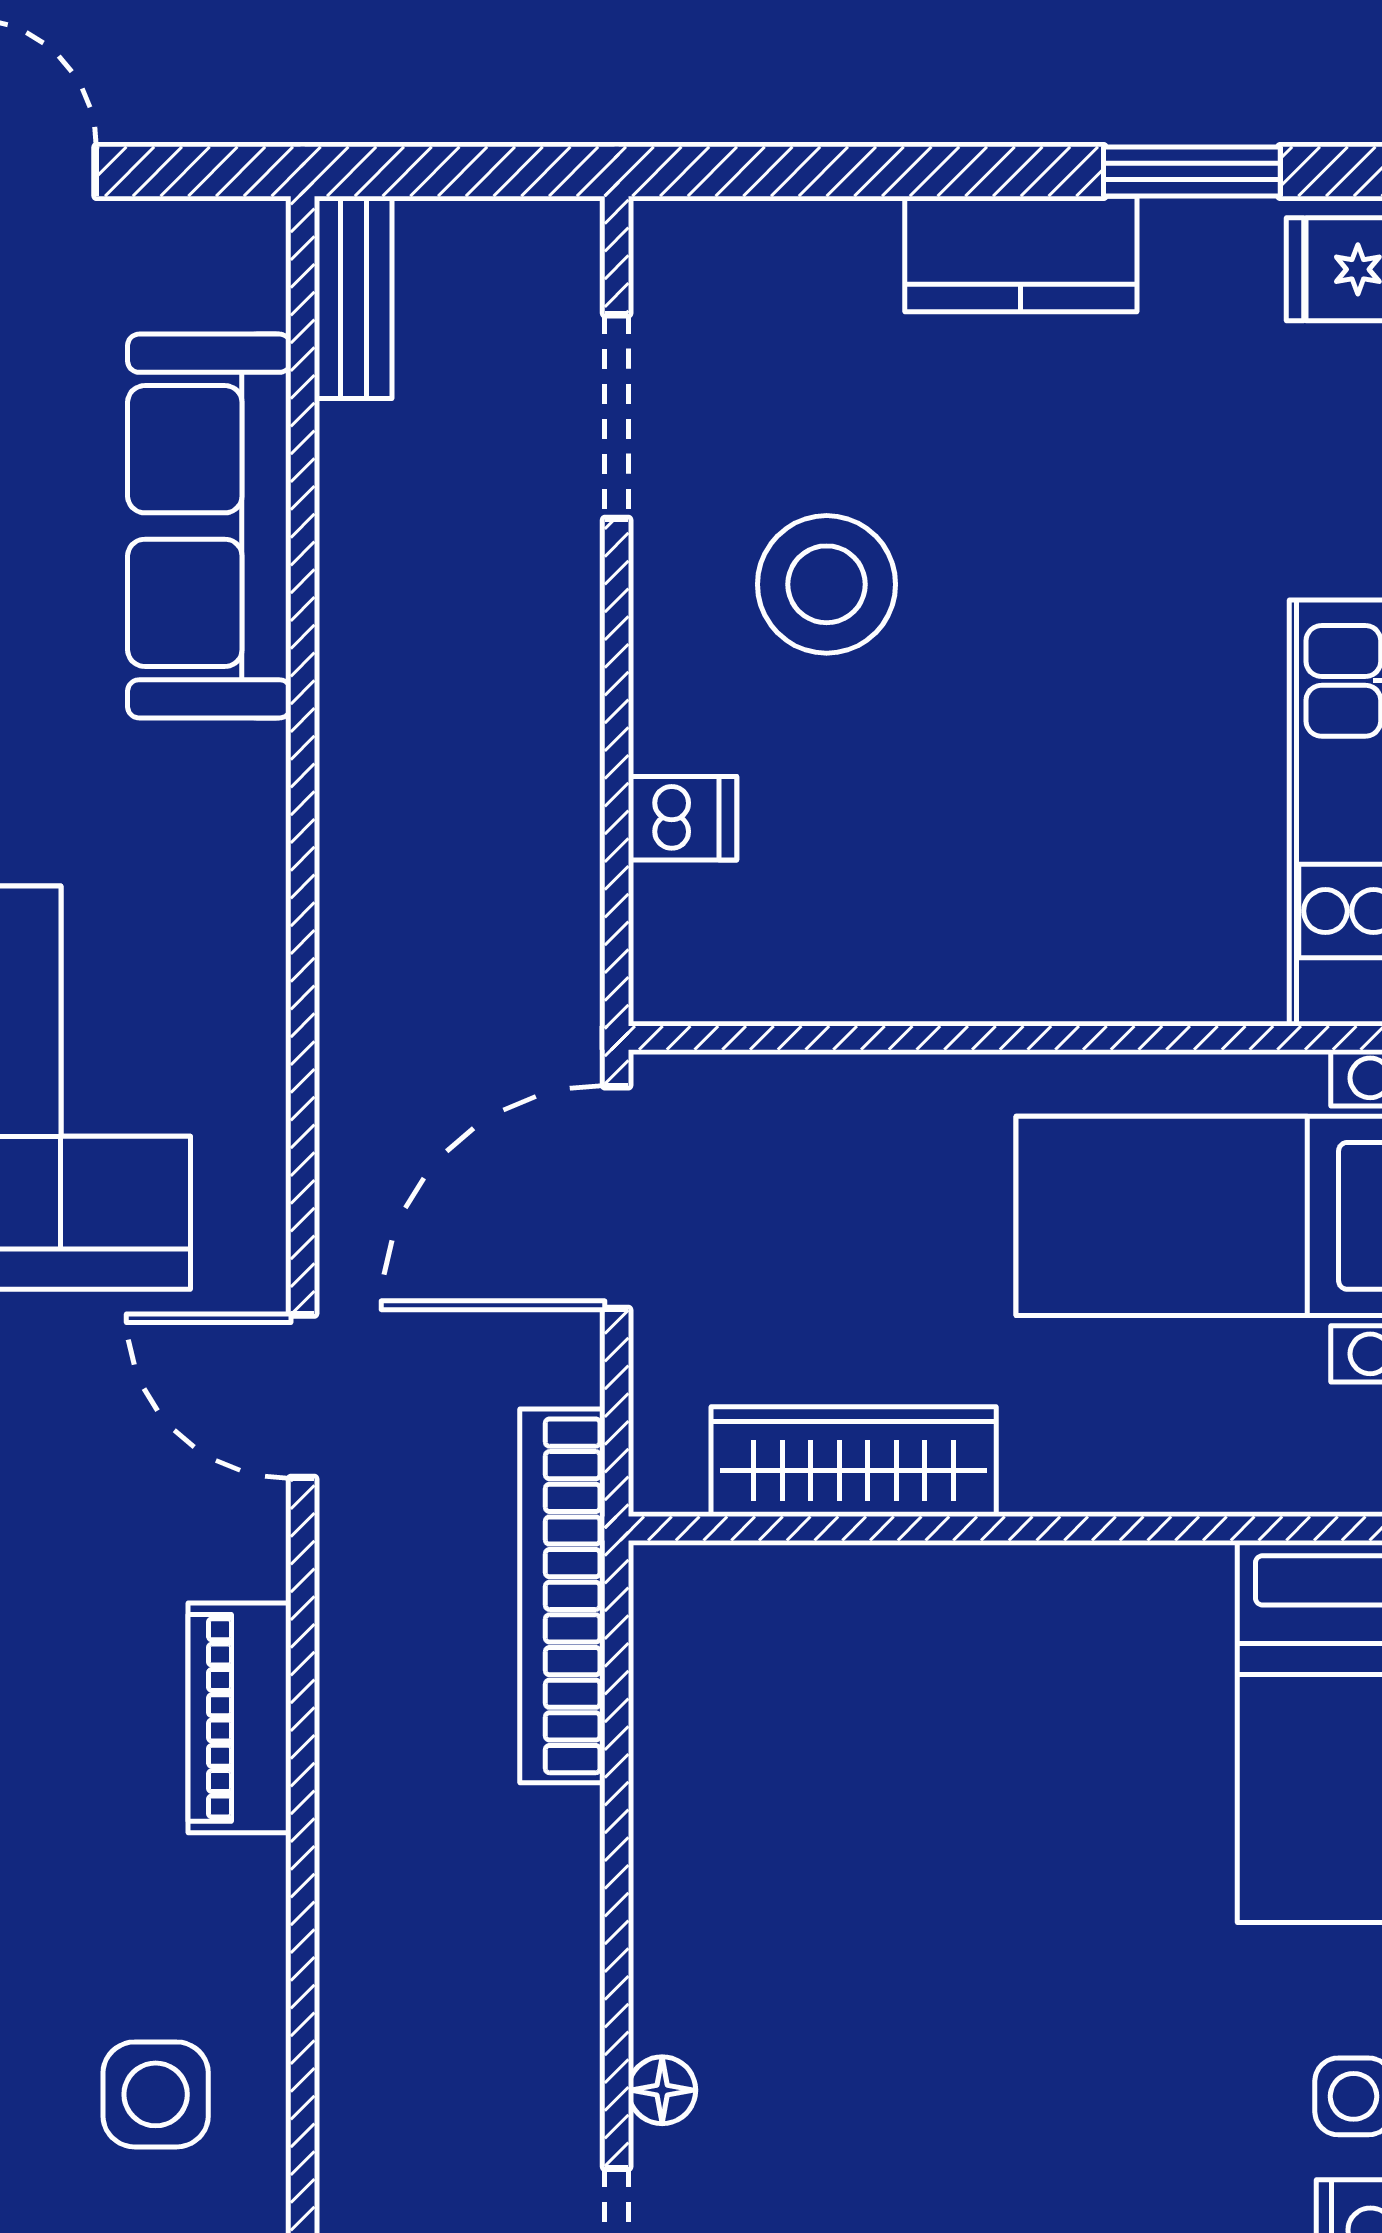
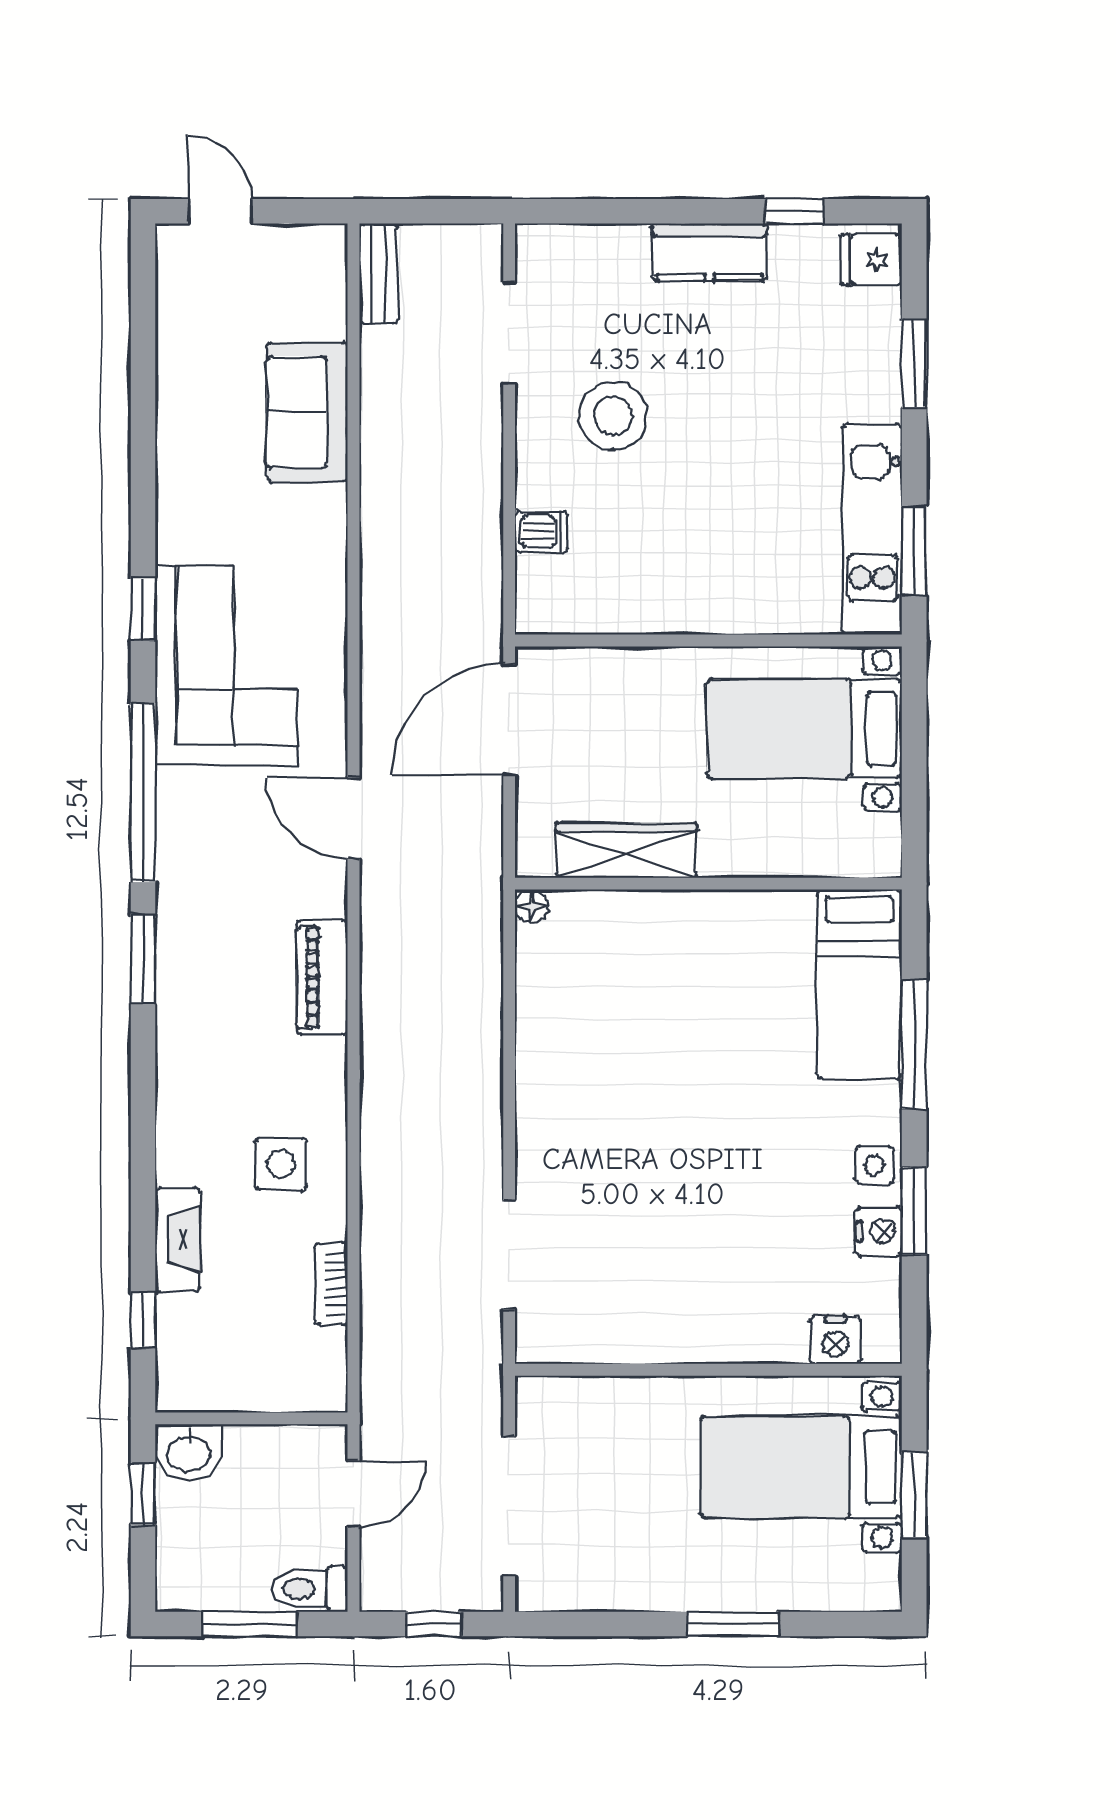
window: (1192, 171) -> (794, 211), width x0.67
sofa: (209, 526) -> (307, 412), width x0.73
bookcase: (562, 1596) -> (482, 917), removed
floor lamp: (662, 2090) -> (532, 906), moved

